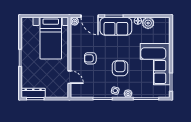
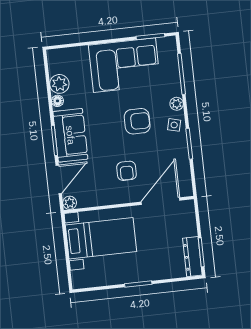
armchair: (120, 68) -> (137, 121), turned 180
door: (69, 77) -> (161, 201), width x1.87

